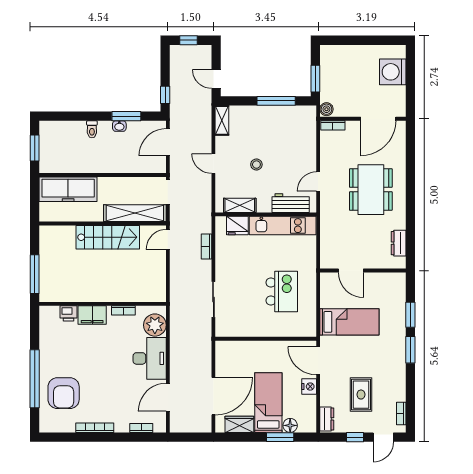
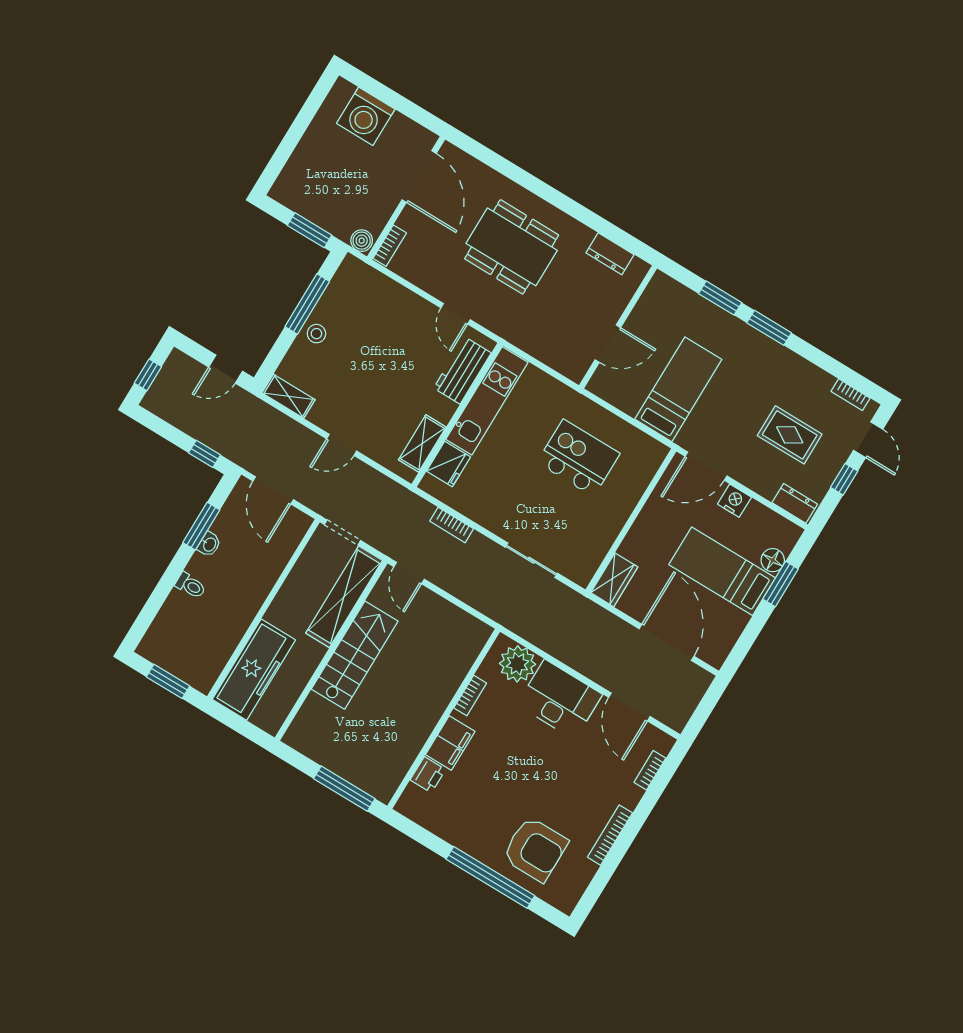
stool: (256, 165) -> (316, 334), moved
wardrobe: (239, 424) -> (614, 580), moved, turned 180

